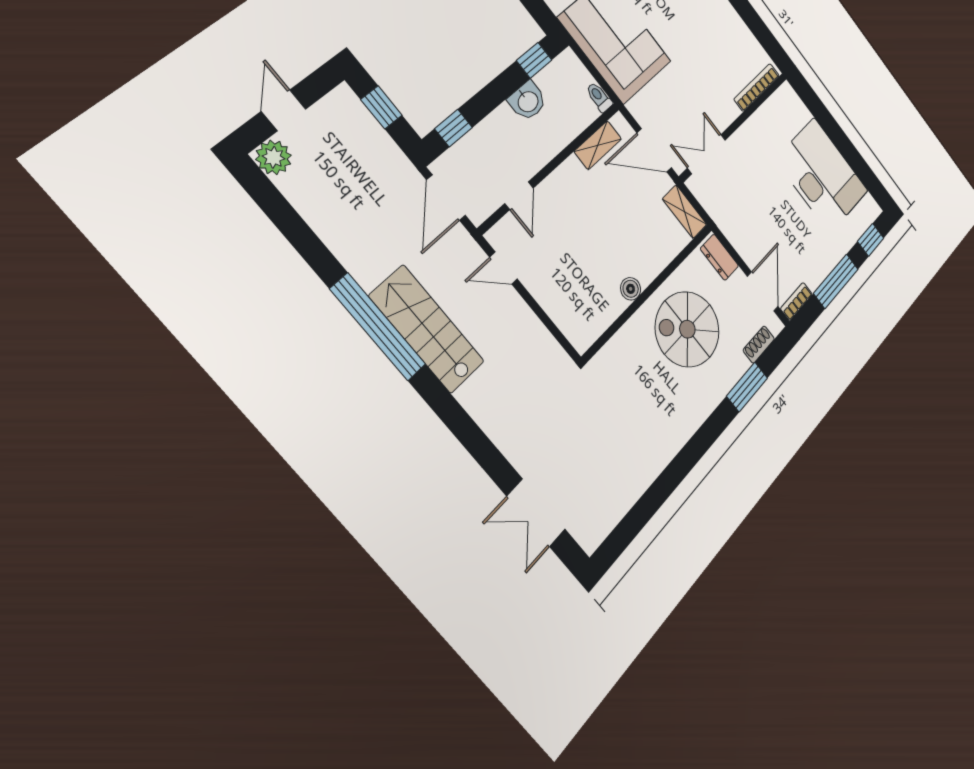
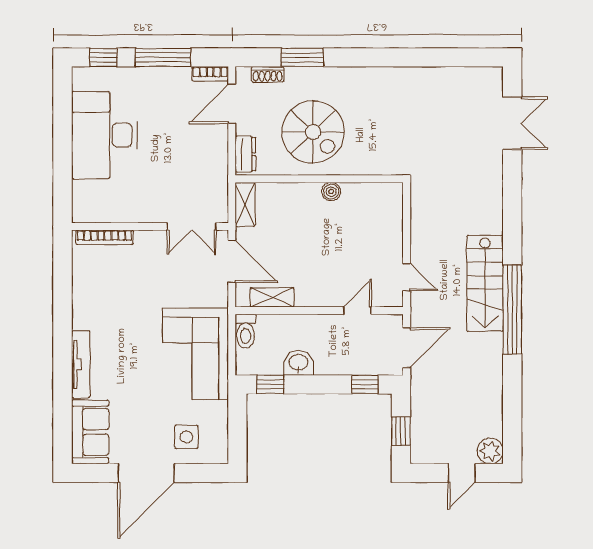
toilet: (599, 97) -> (246, 331), width x1.37, depth x1.39

